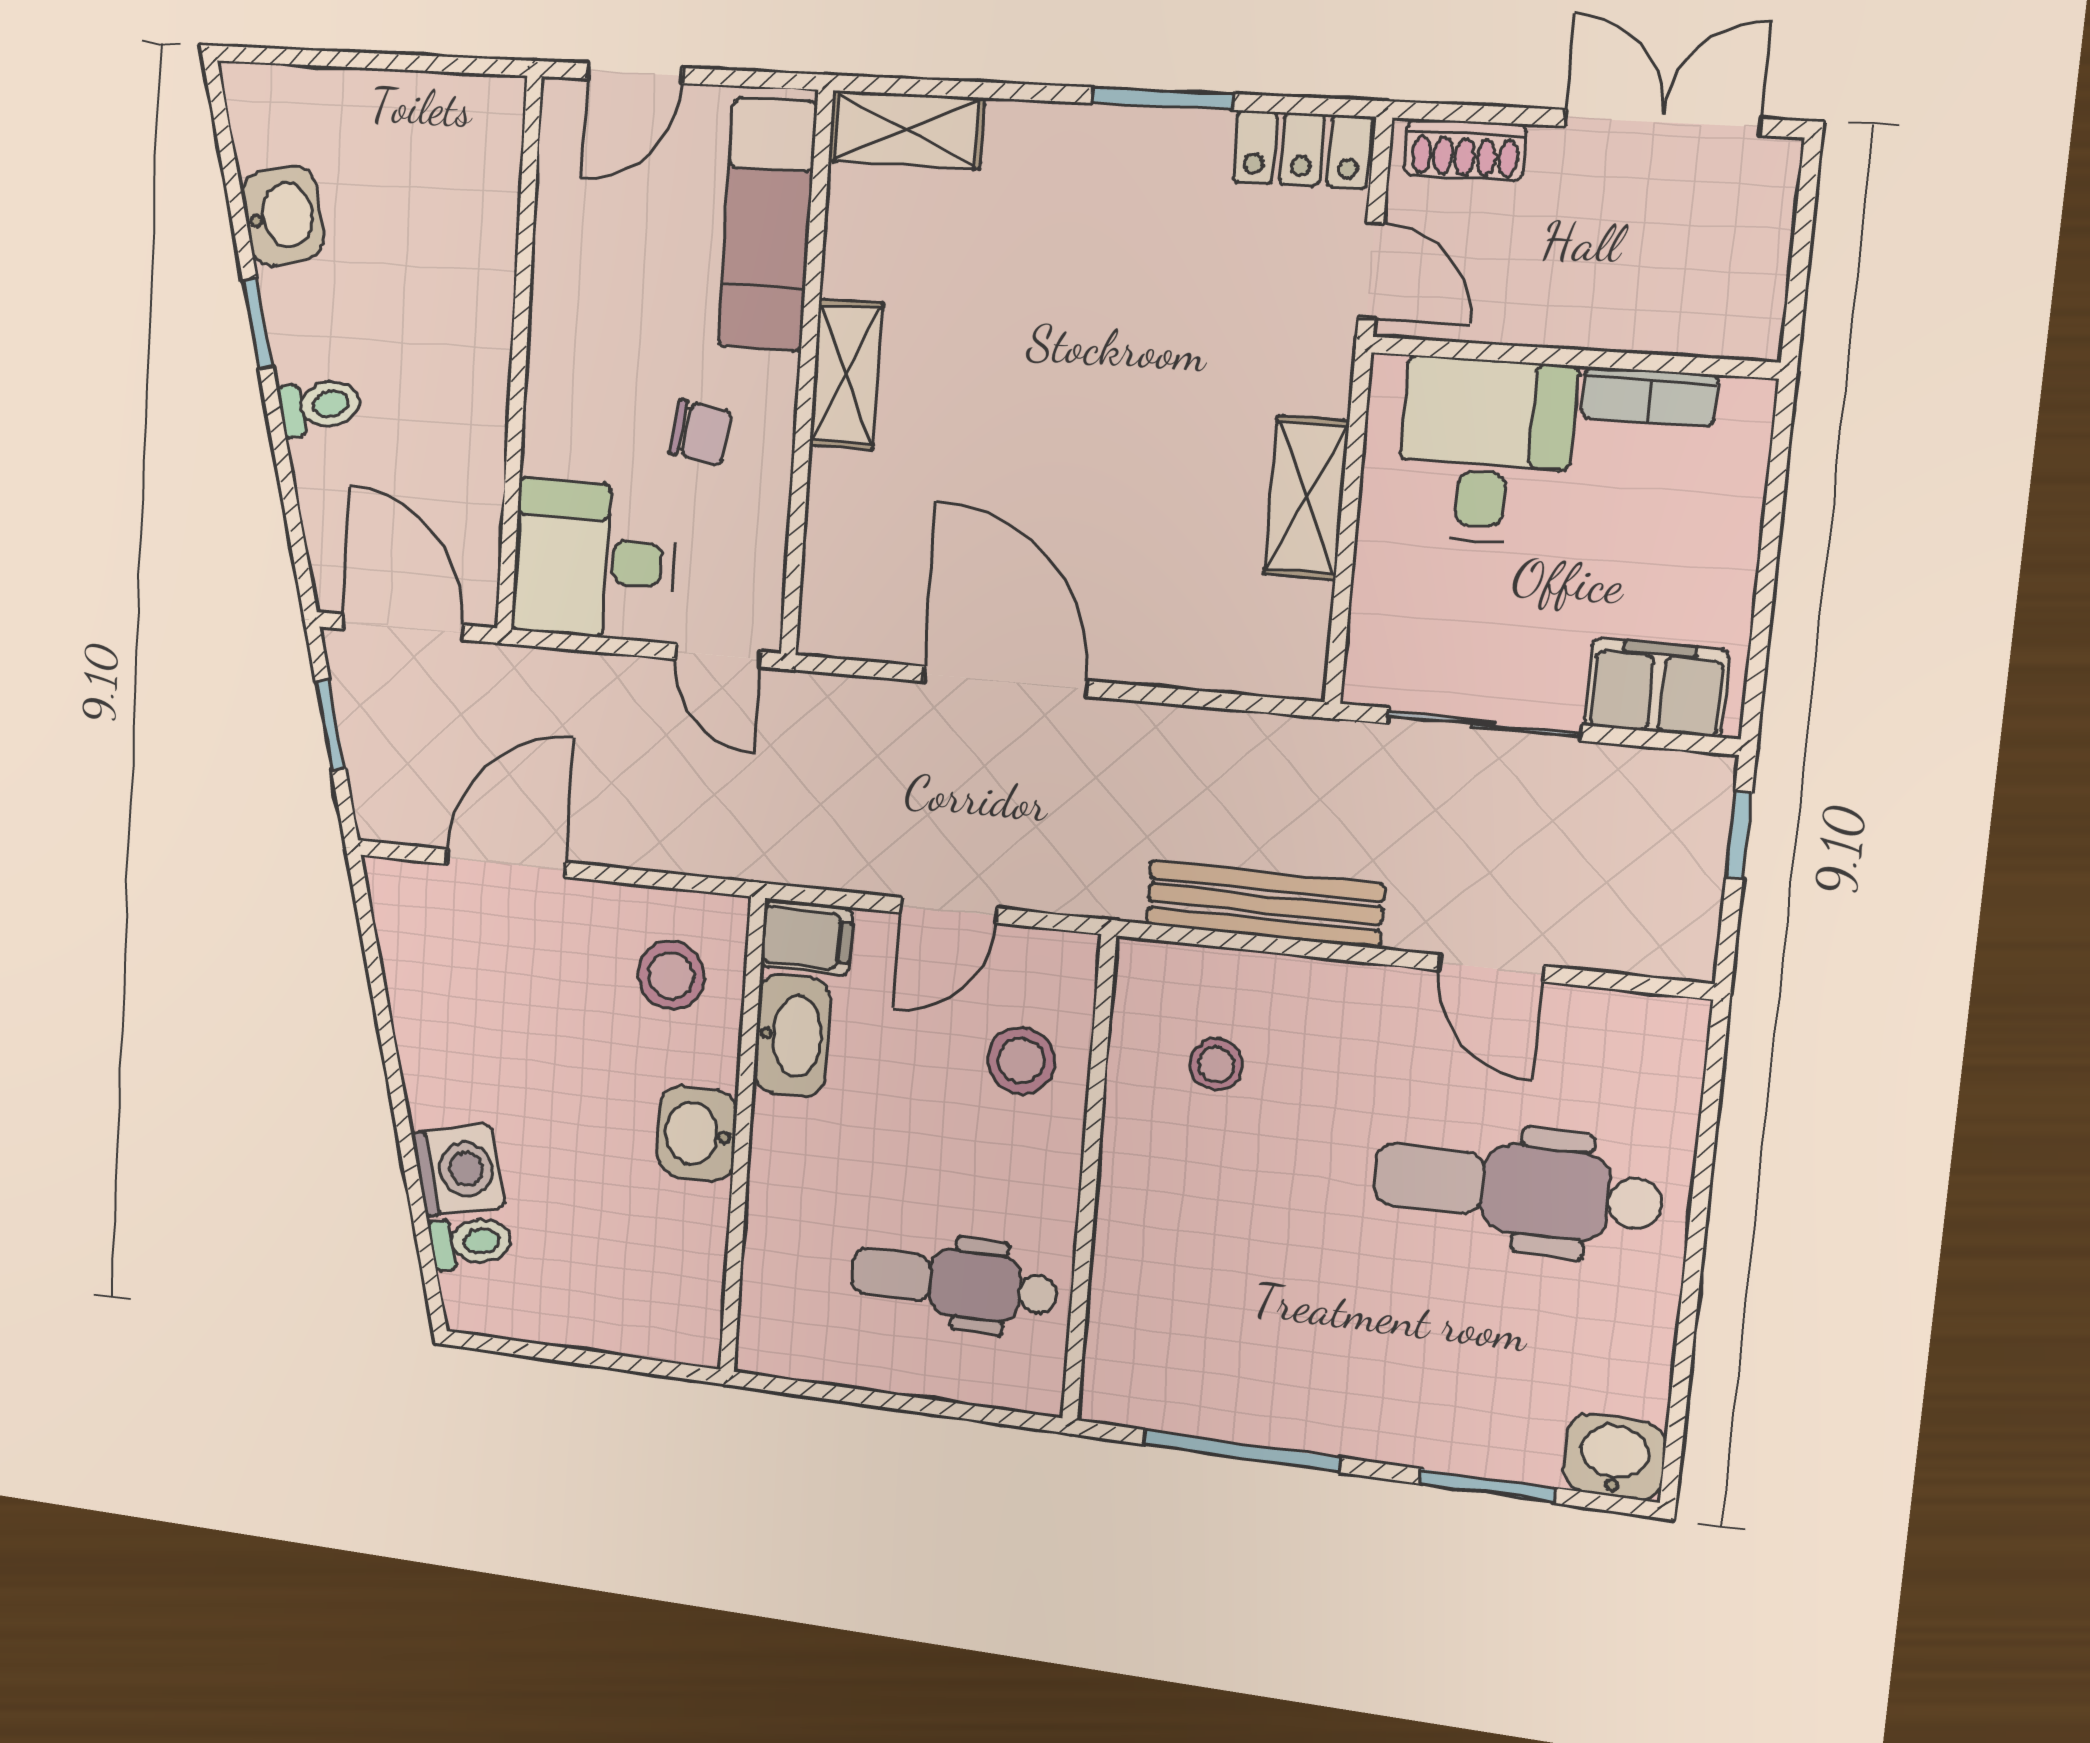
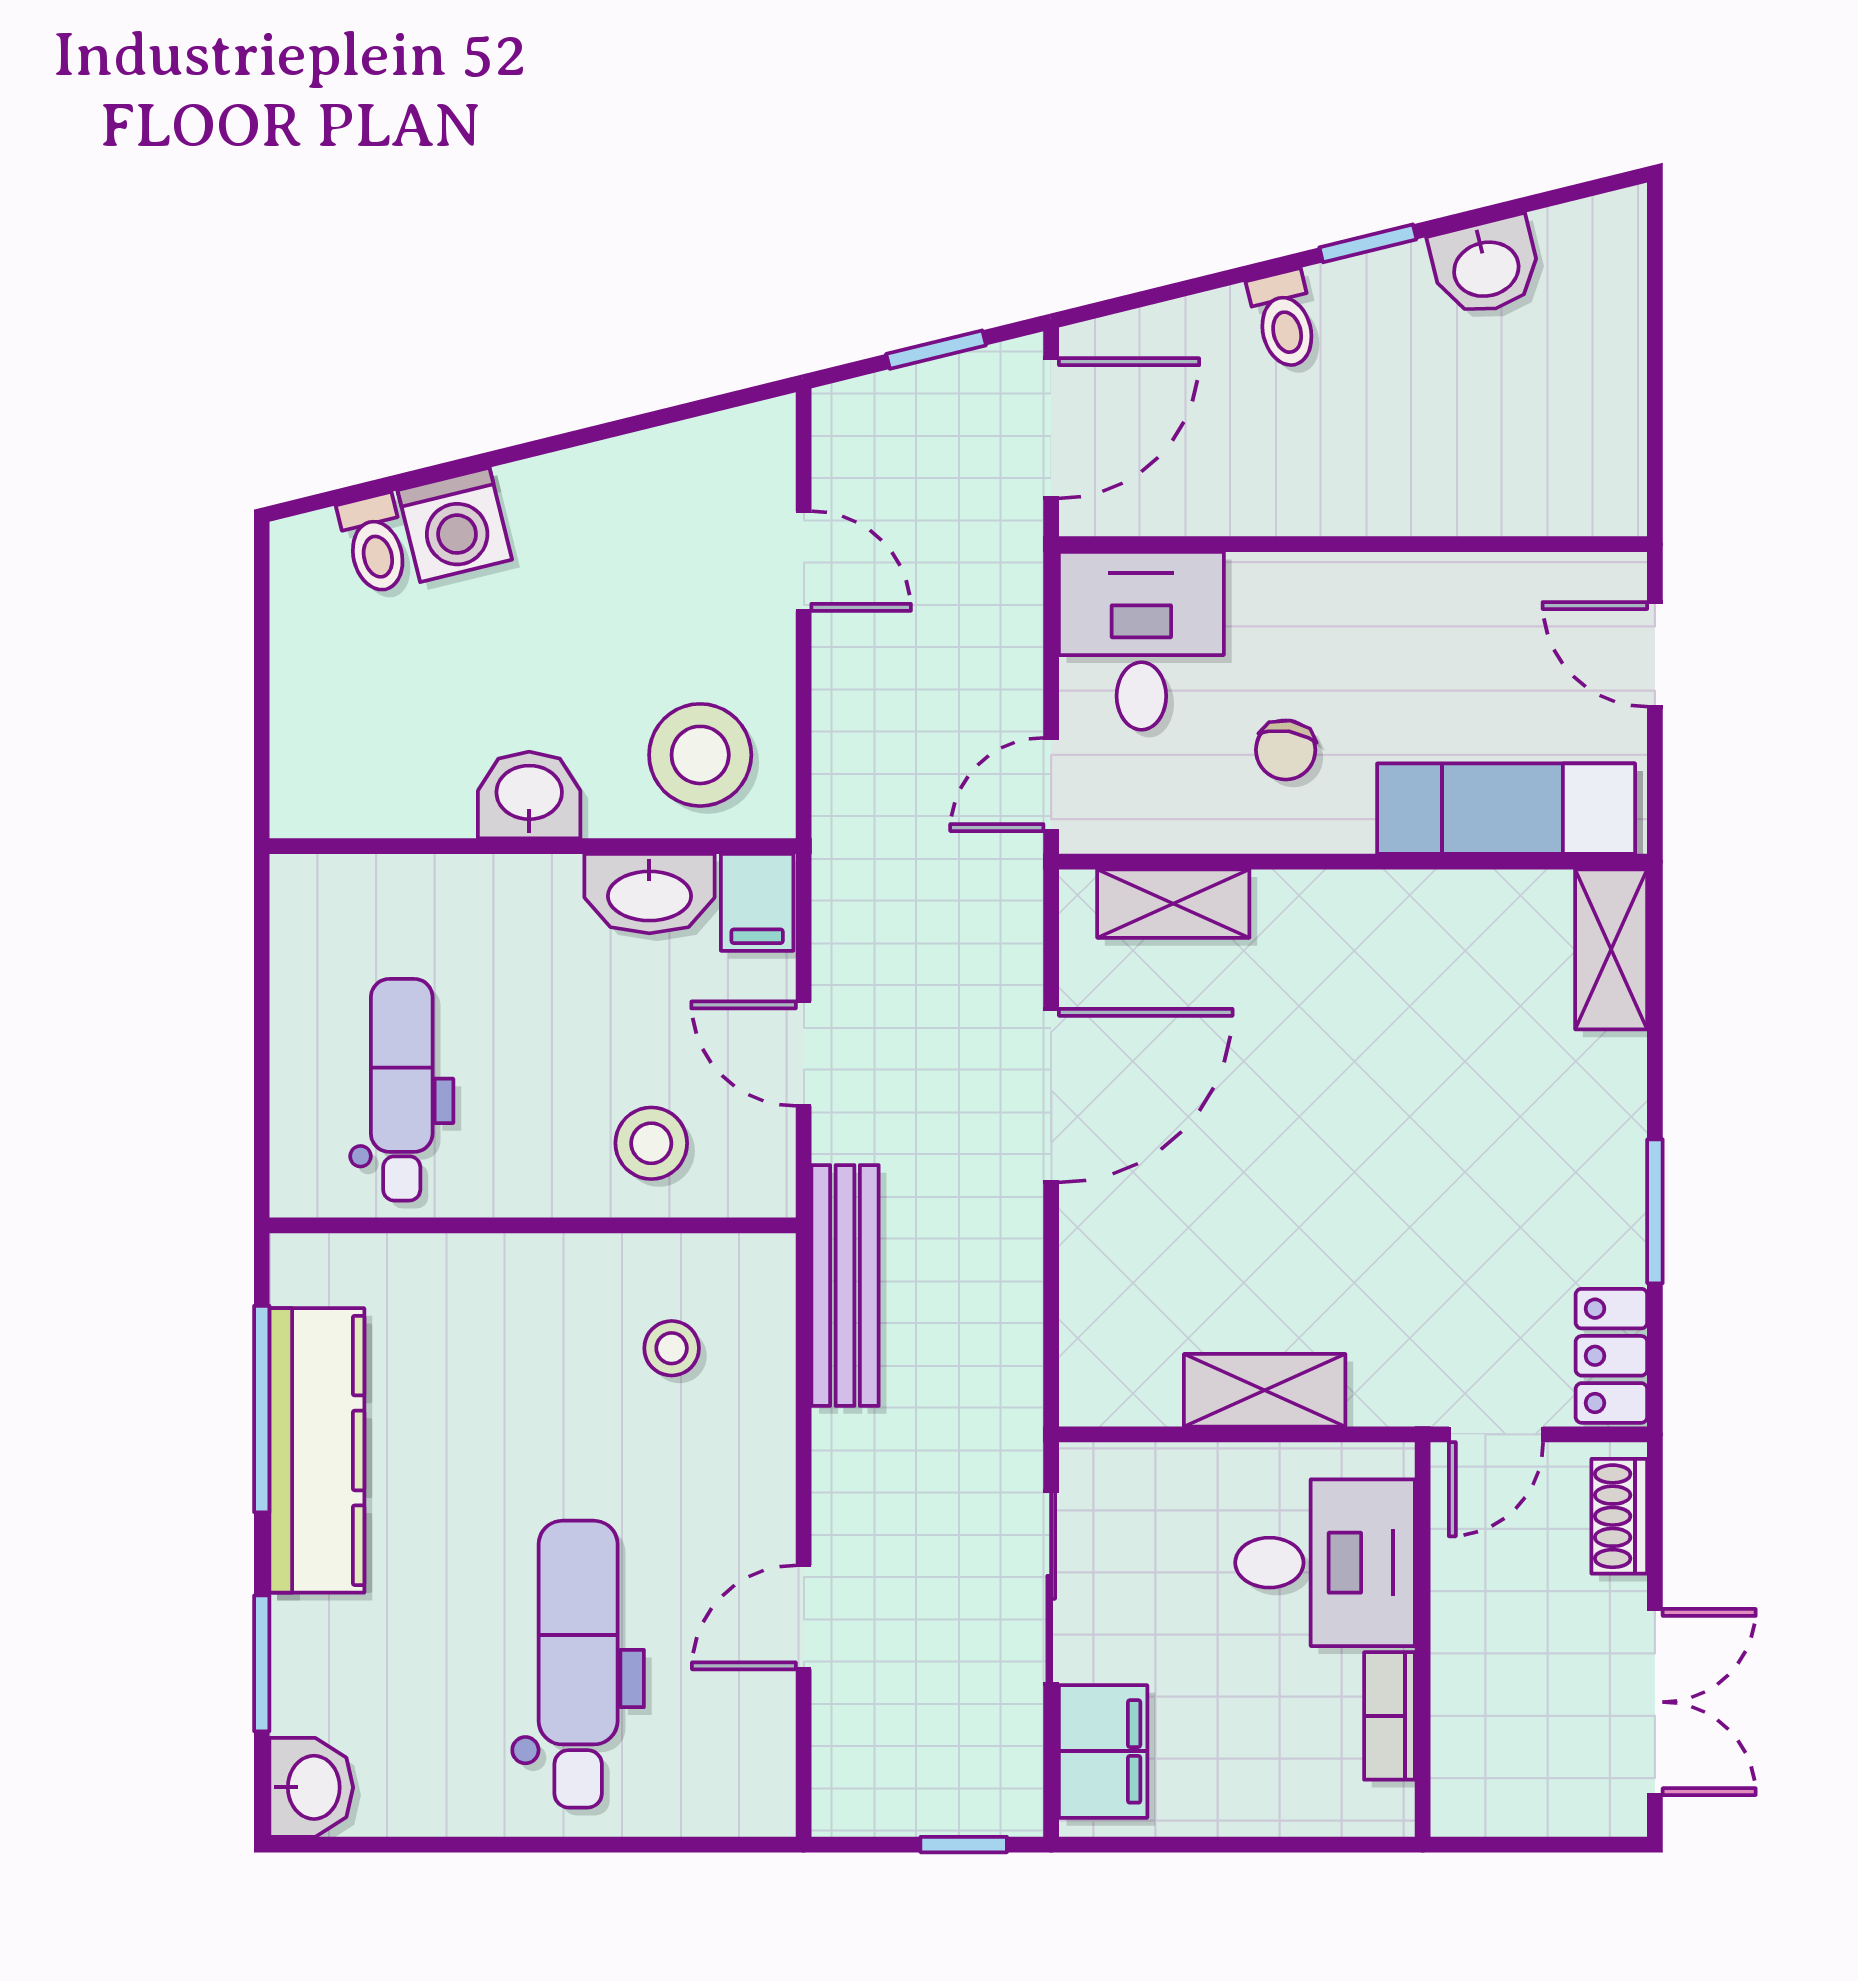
shelving: (846, 374) -> (1173, 904), moved
door: (506, 863) -> (804, 561), width x0.73
bench: (1265, 904) -> (845, 1285), moved
stool: (671, 975) -> (700, 755), width x1.38, depth x1.38
kitchen counter: (1285, 1406) -> (317, 1450), added

